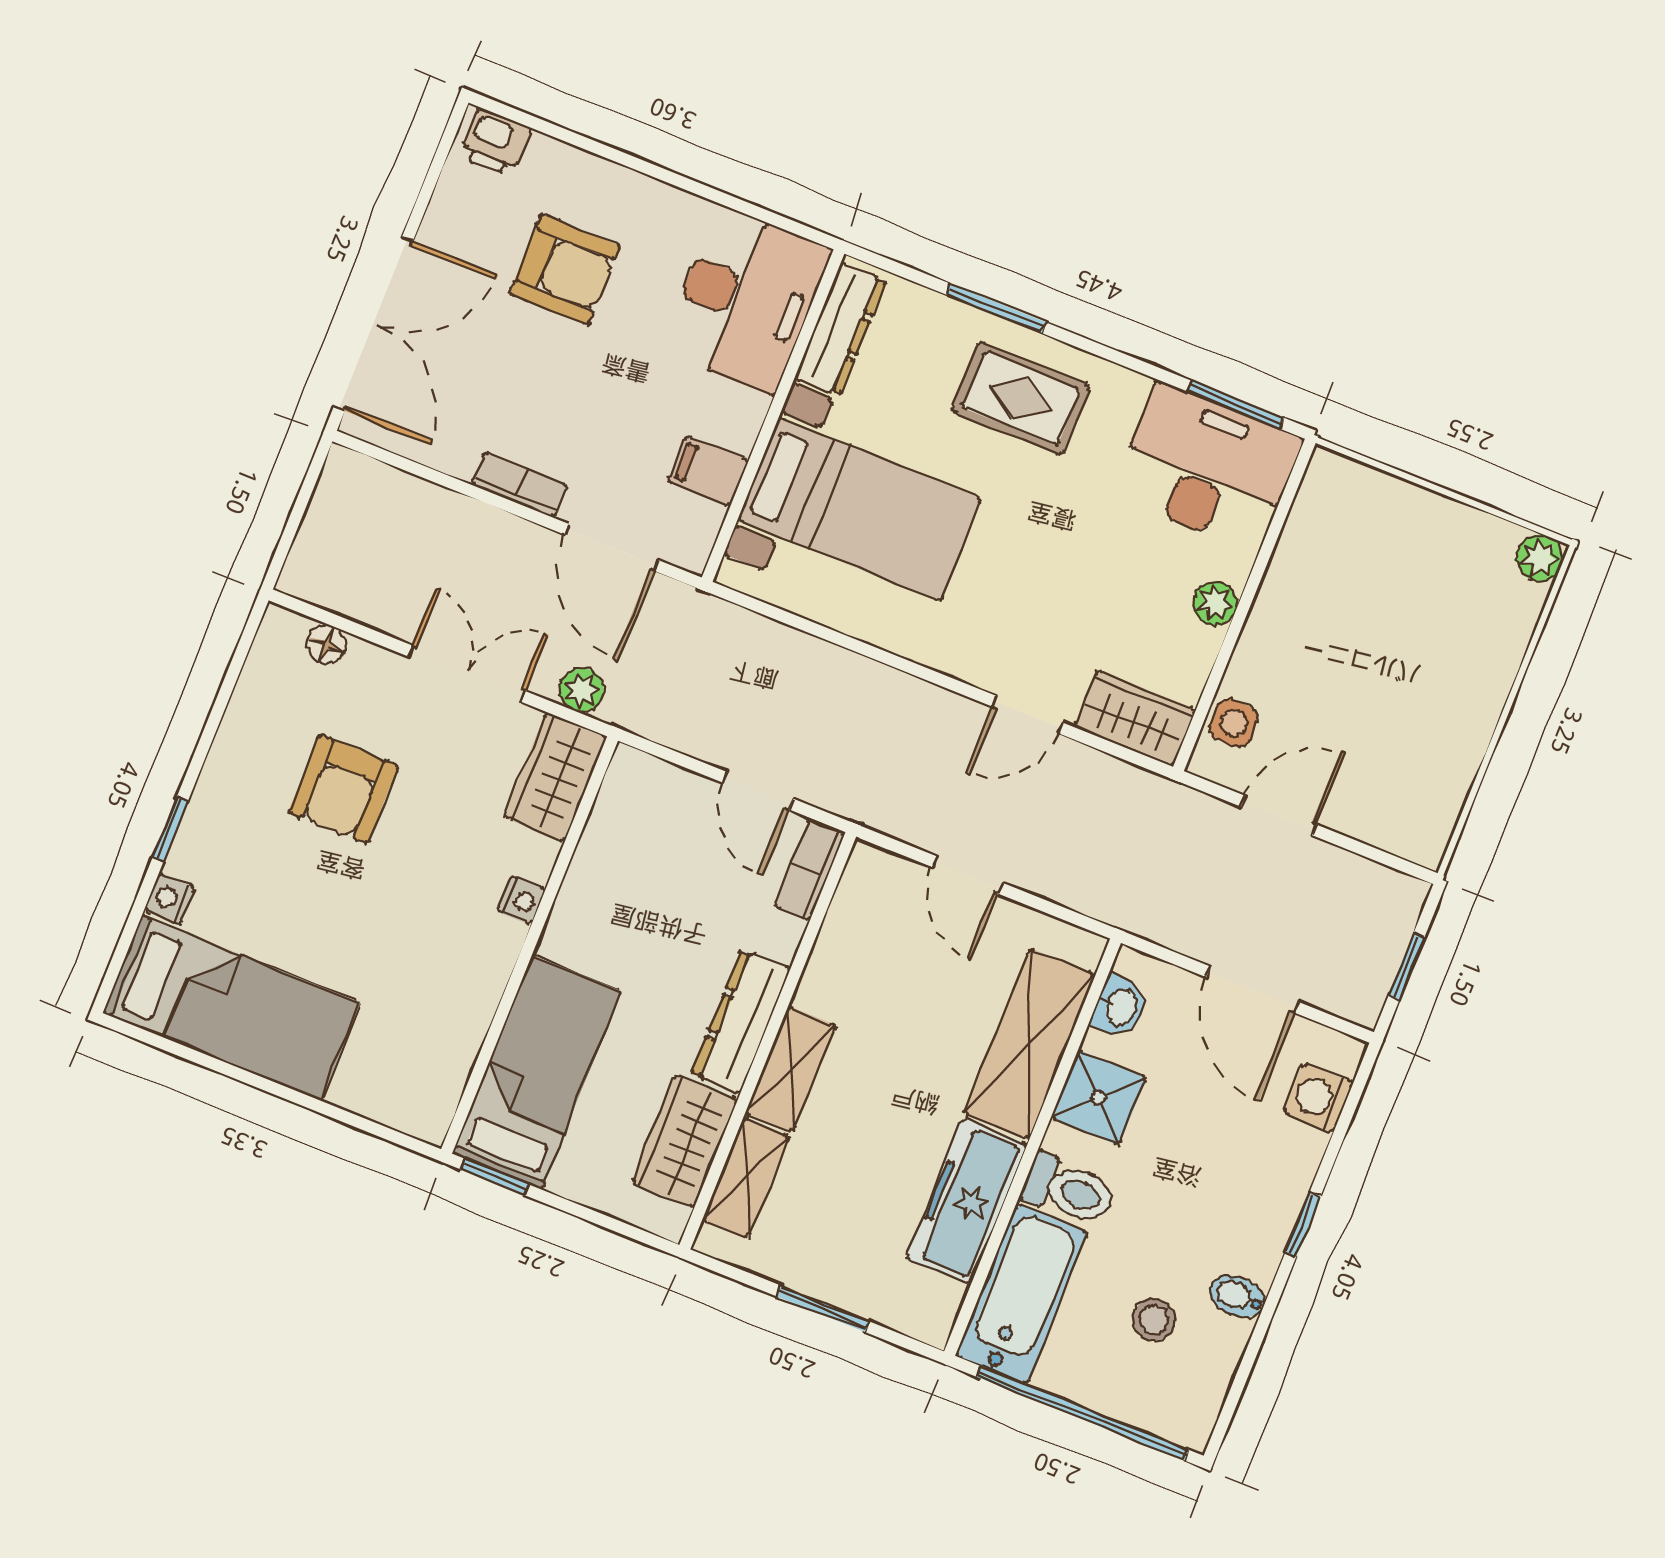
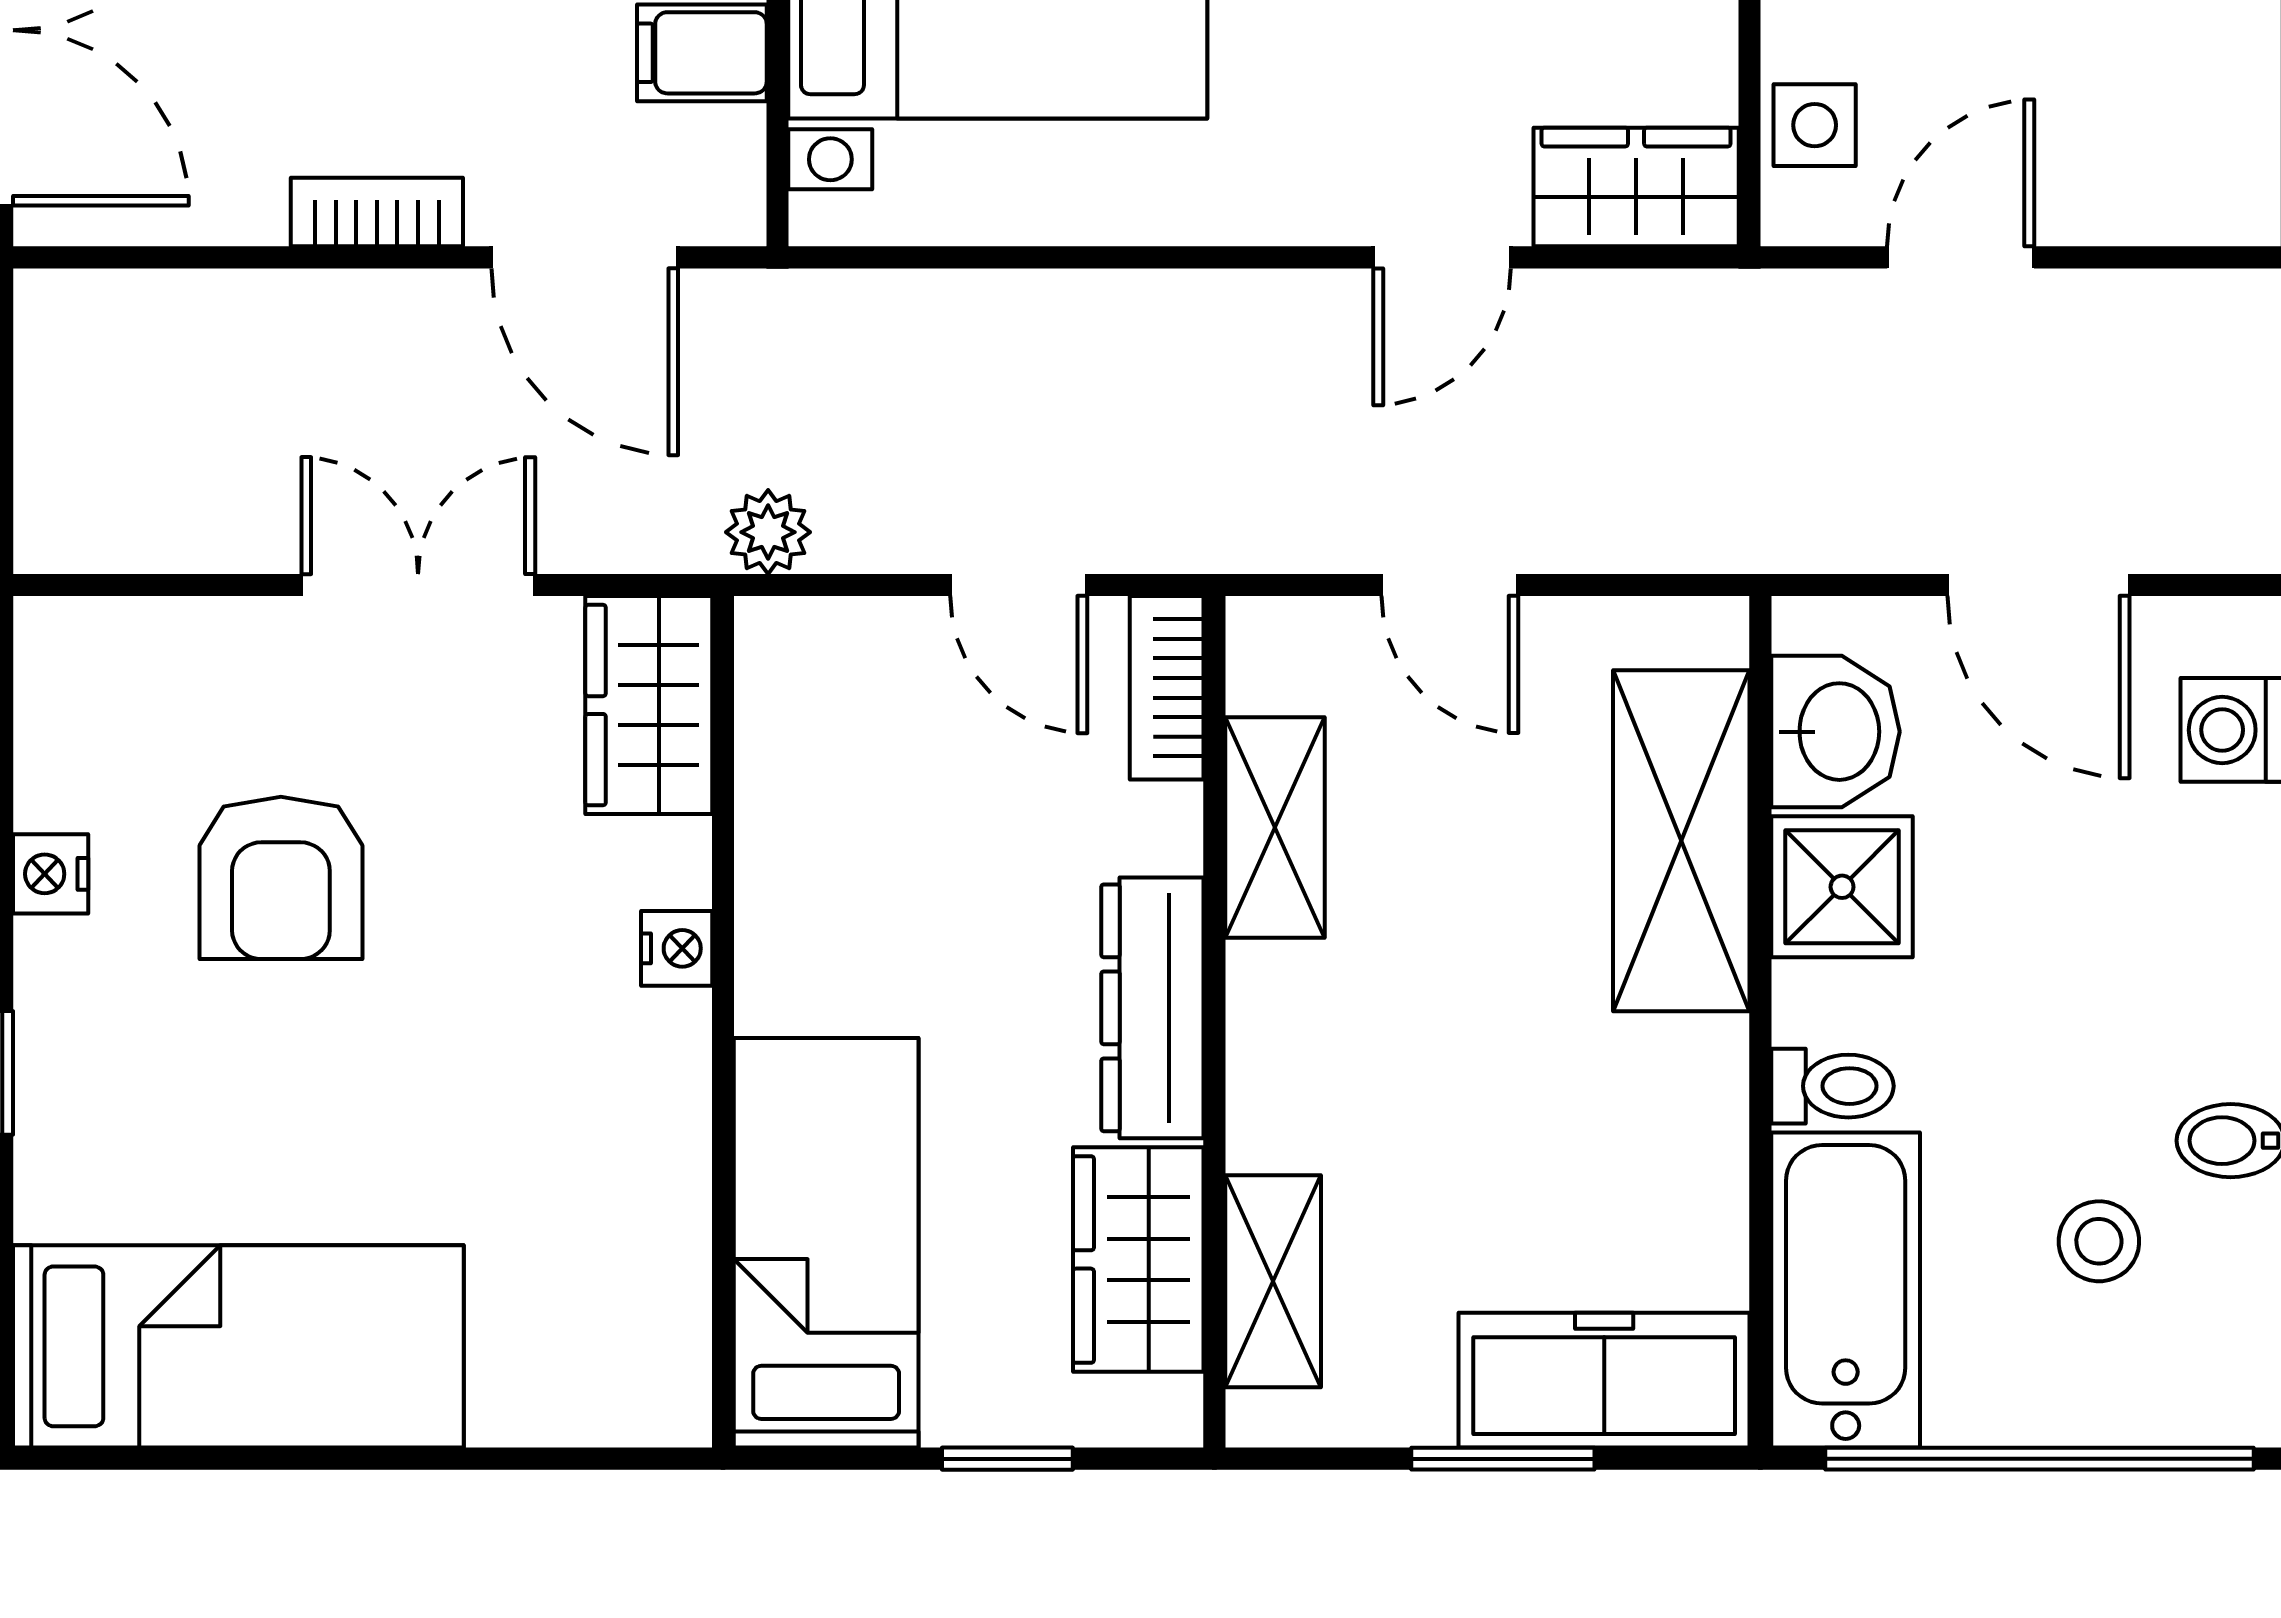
floor lamp: (327, 644) -> (148, 633), removed
plant: (582, 690) -> (768, 532), moved
nightstand: (170, 899) -> (51, 874), moved
washbasin: (1120, 1007) -> (1835, 732), width x1.38, depth x1.45
shelving: (791, 1069) -> (1275, 828), moved
window: (495, 1177) -> (1007, 1459), moved
toilet: (1069, 1190) -> (1832, 1086), width x0.73, depth x0.72
freezer: (967, 1201) -> (1604, 1380), moved, turned 90

